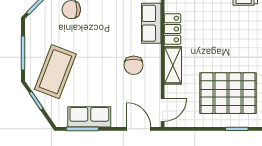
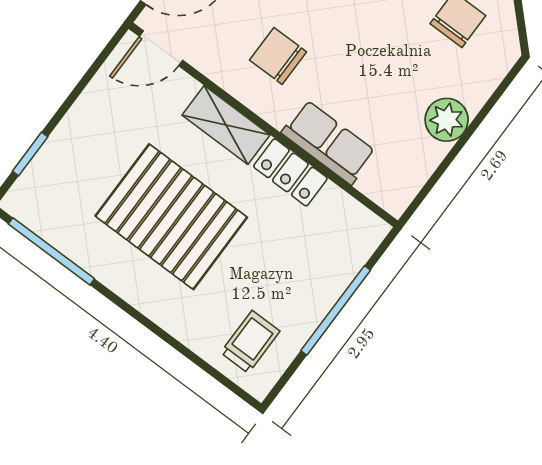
pallet: (228, 93) -> (171, 217), moved, turned 90
door: (163, 110) -> (161, 48), hinge flipped

